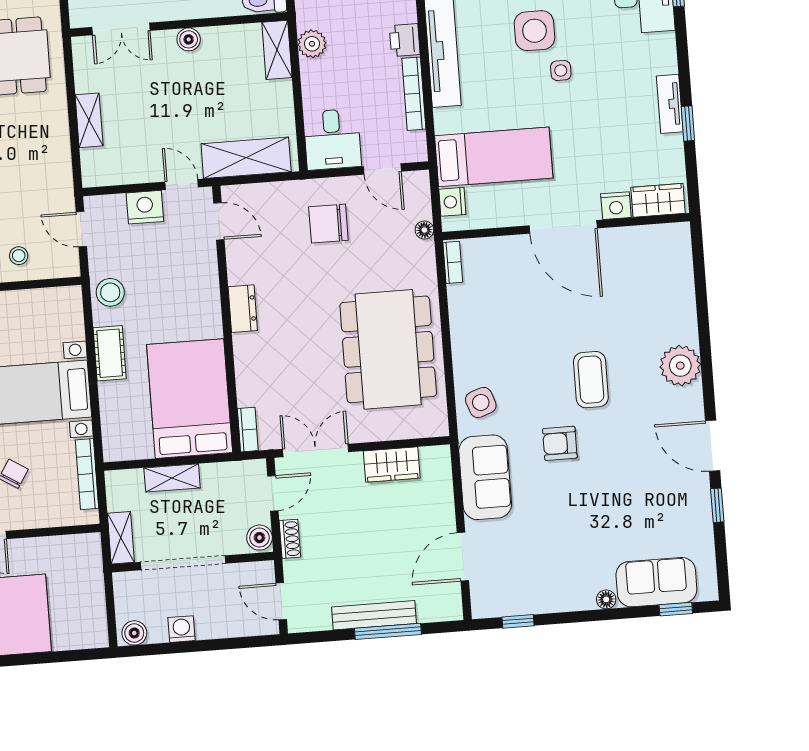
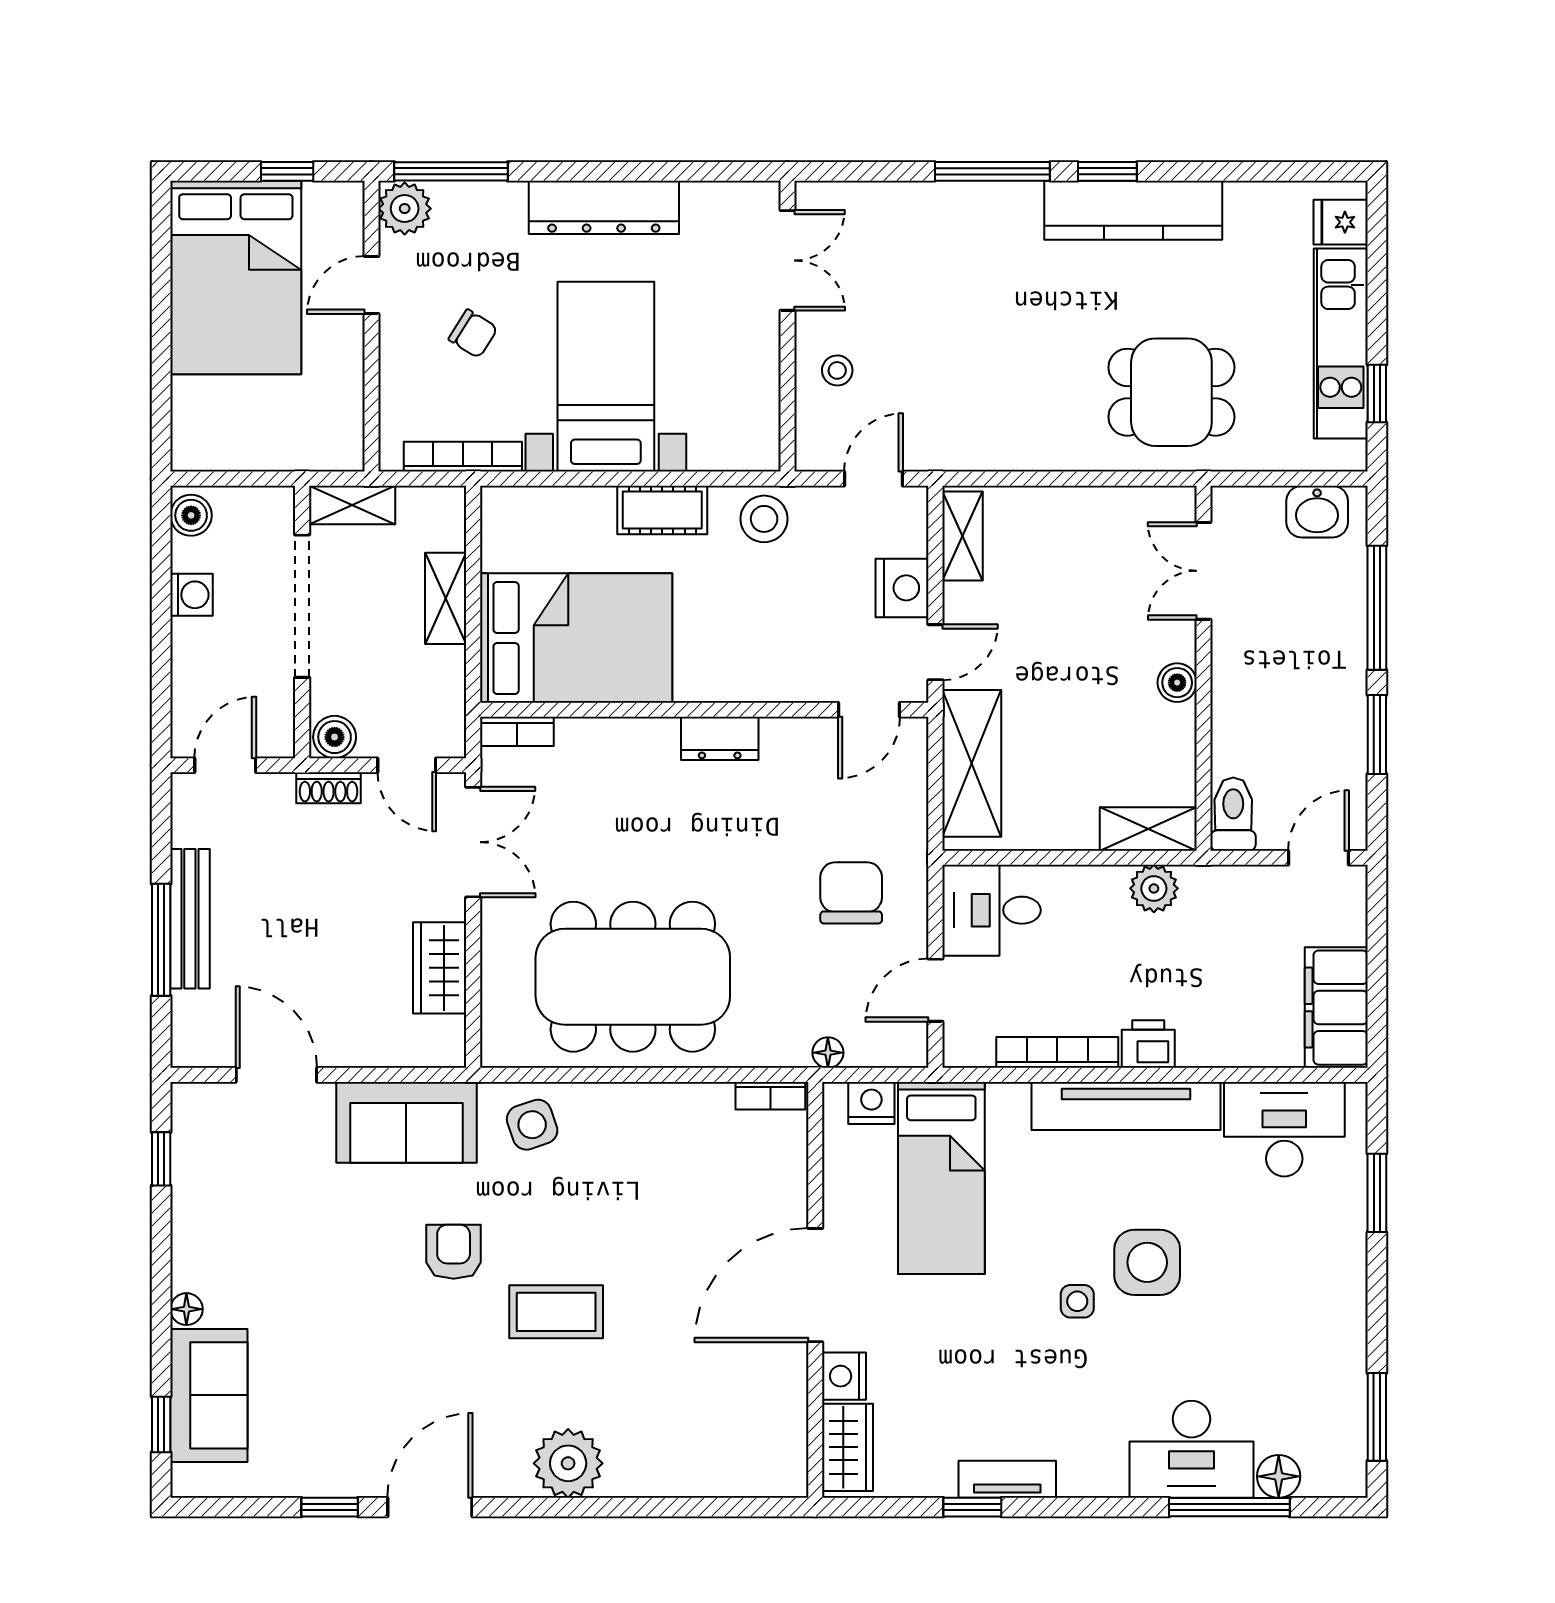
shelving: (89, 120) -> (962, 536), moved, turned 90

